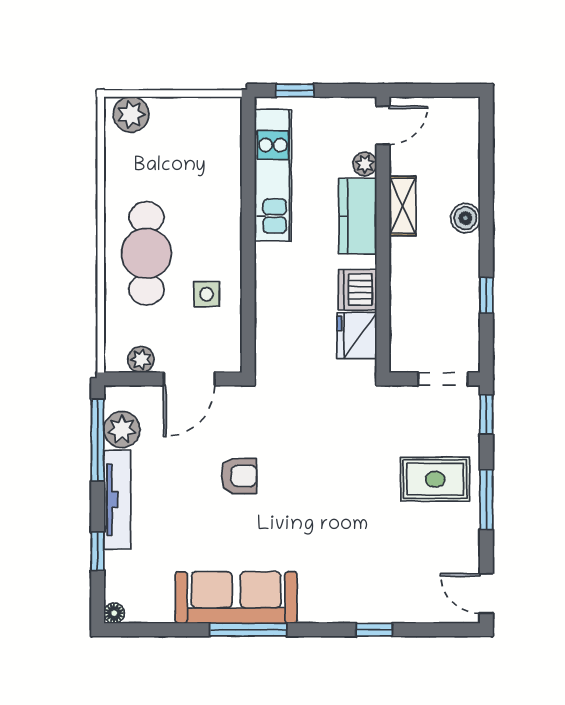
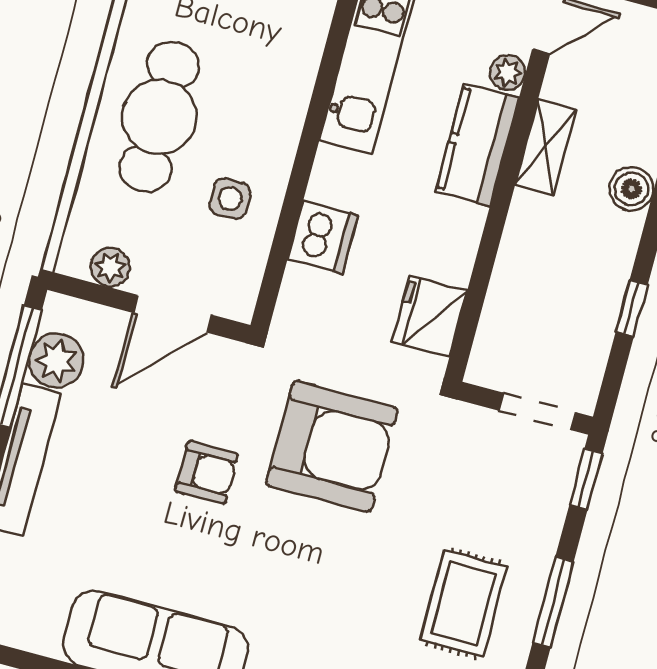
dishwasher: (358, 290) -> (323, 237), moved, turned 180
armchair: (316, 437) -> (332, 446), added
rug: (435, 479) -> (463, 603), moved, turned 90

